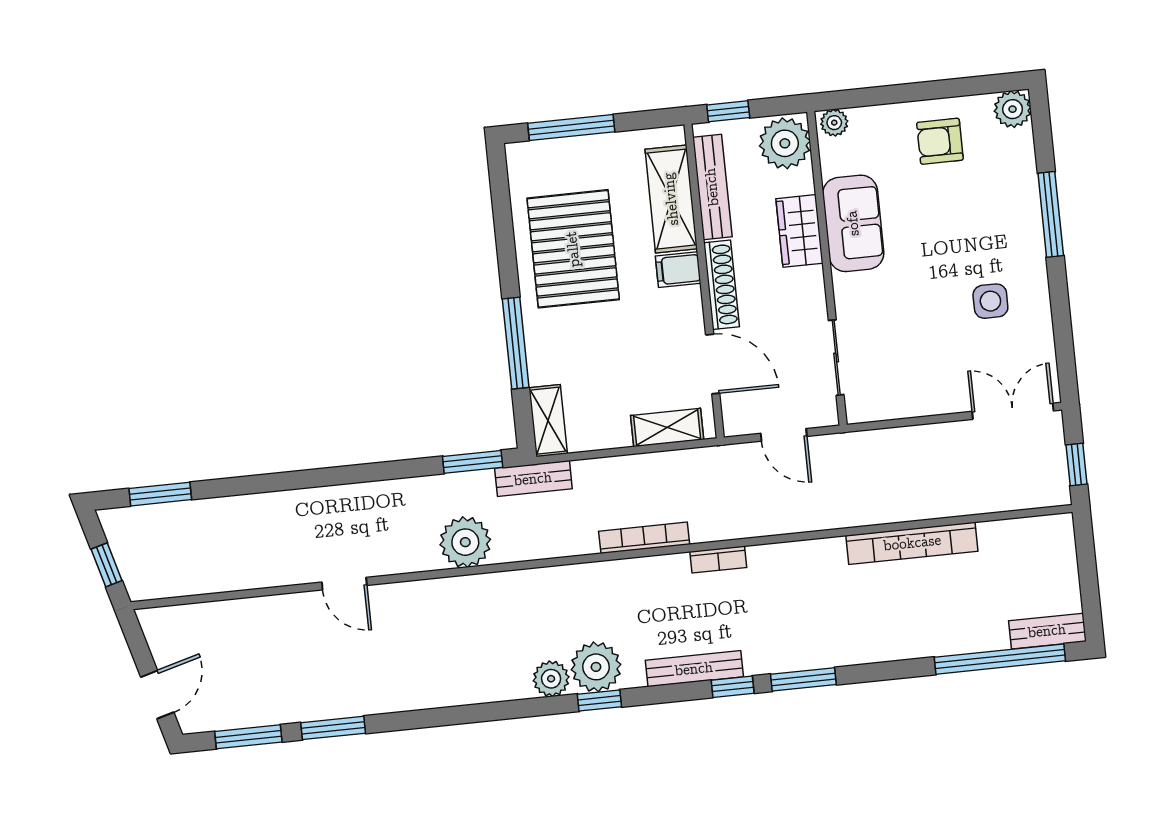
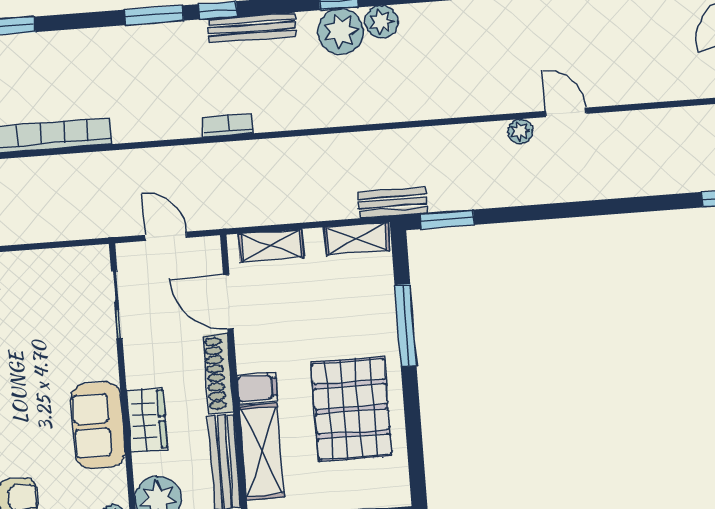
shelving: (548, 421) -> (357, 239), moved, turned 90
bookcase: (644, 538) -> (294, 147), removed
plant: (465, 542) -> (520, 131), moved, width x0.53, depth x0.53

